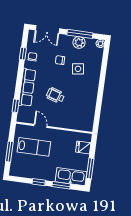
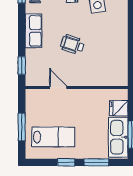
row of seats: (27, 87) -> (33, 31), width x0.68
lab bench: (34, 147) -> (53, 137), moved
kitchen sink: (71, 177) -> (118, 137), moved, turned -90

